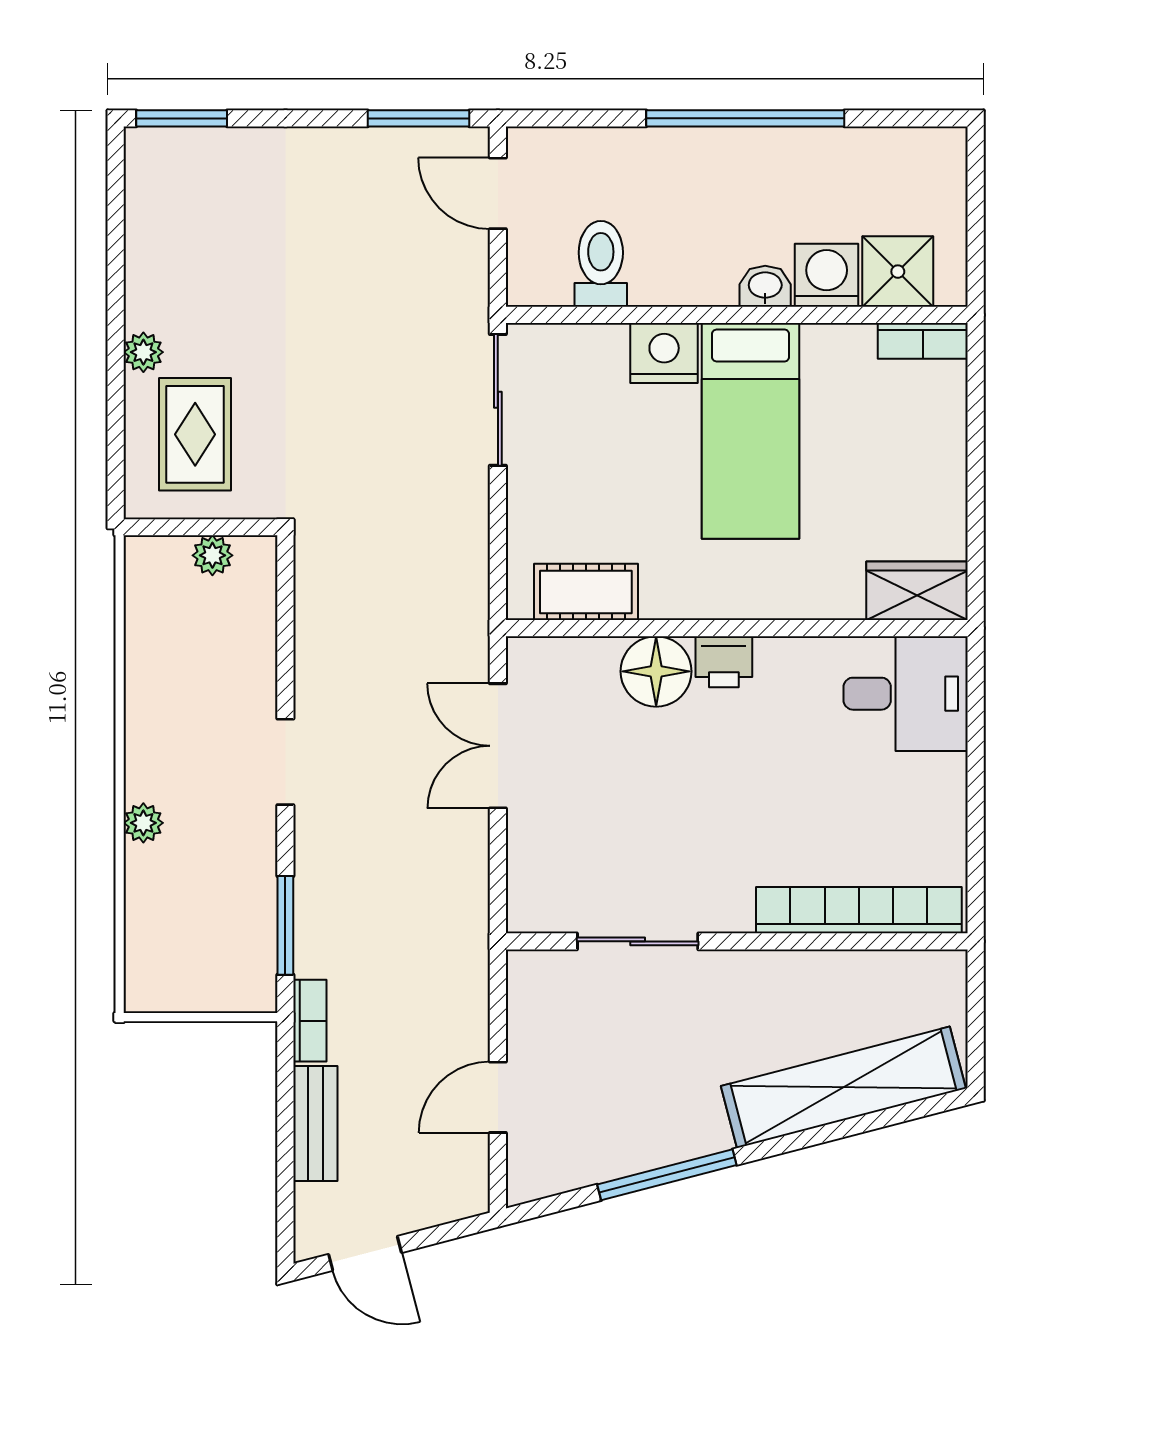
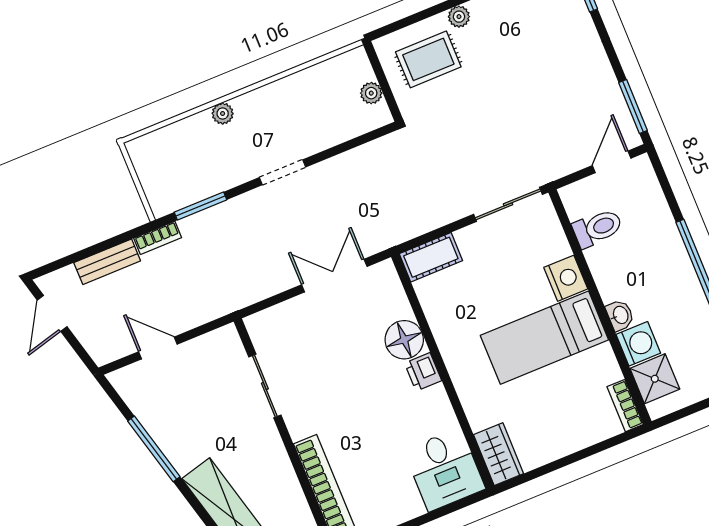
cot: (586, 592) -> (431, 257), moved, turned 90

